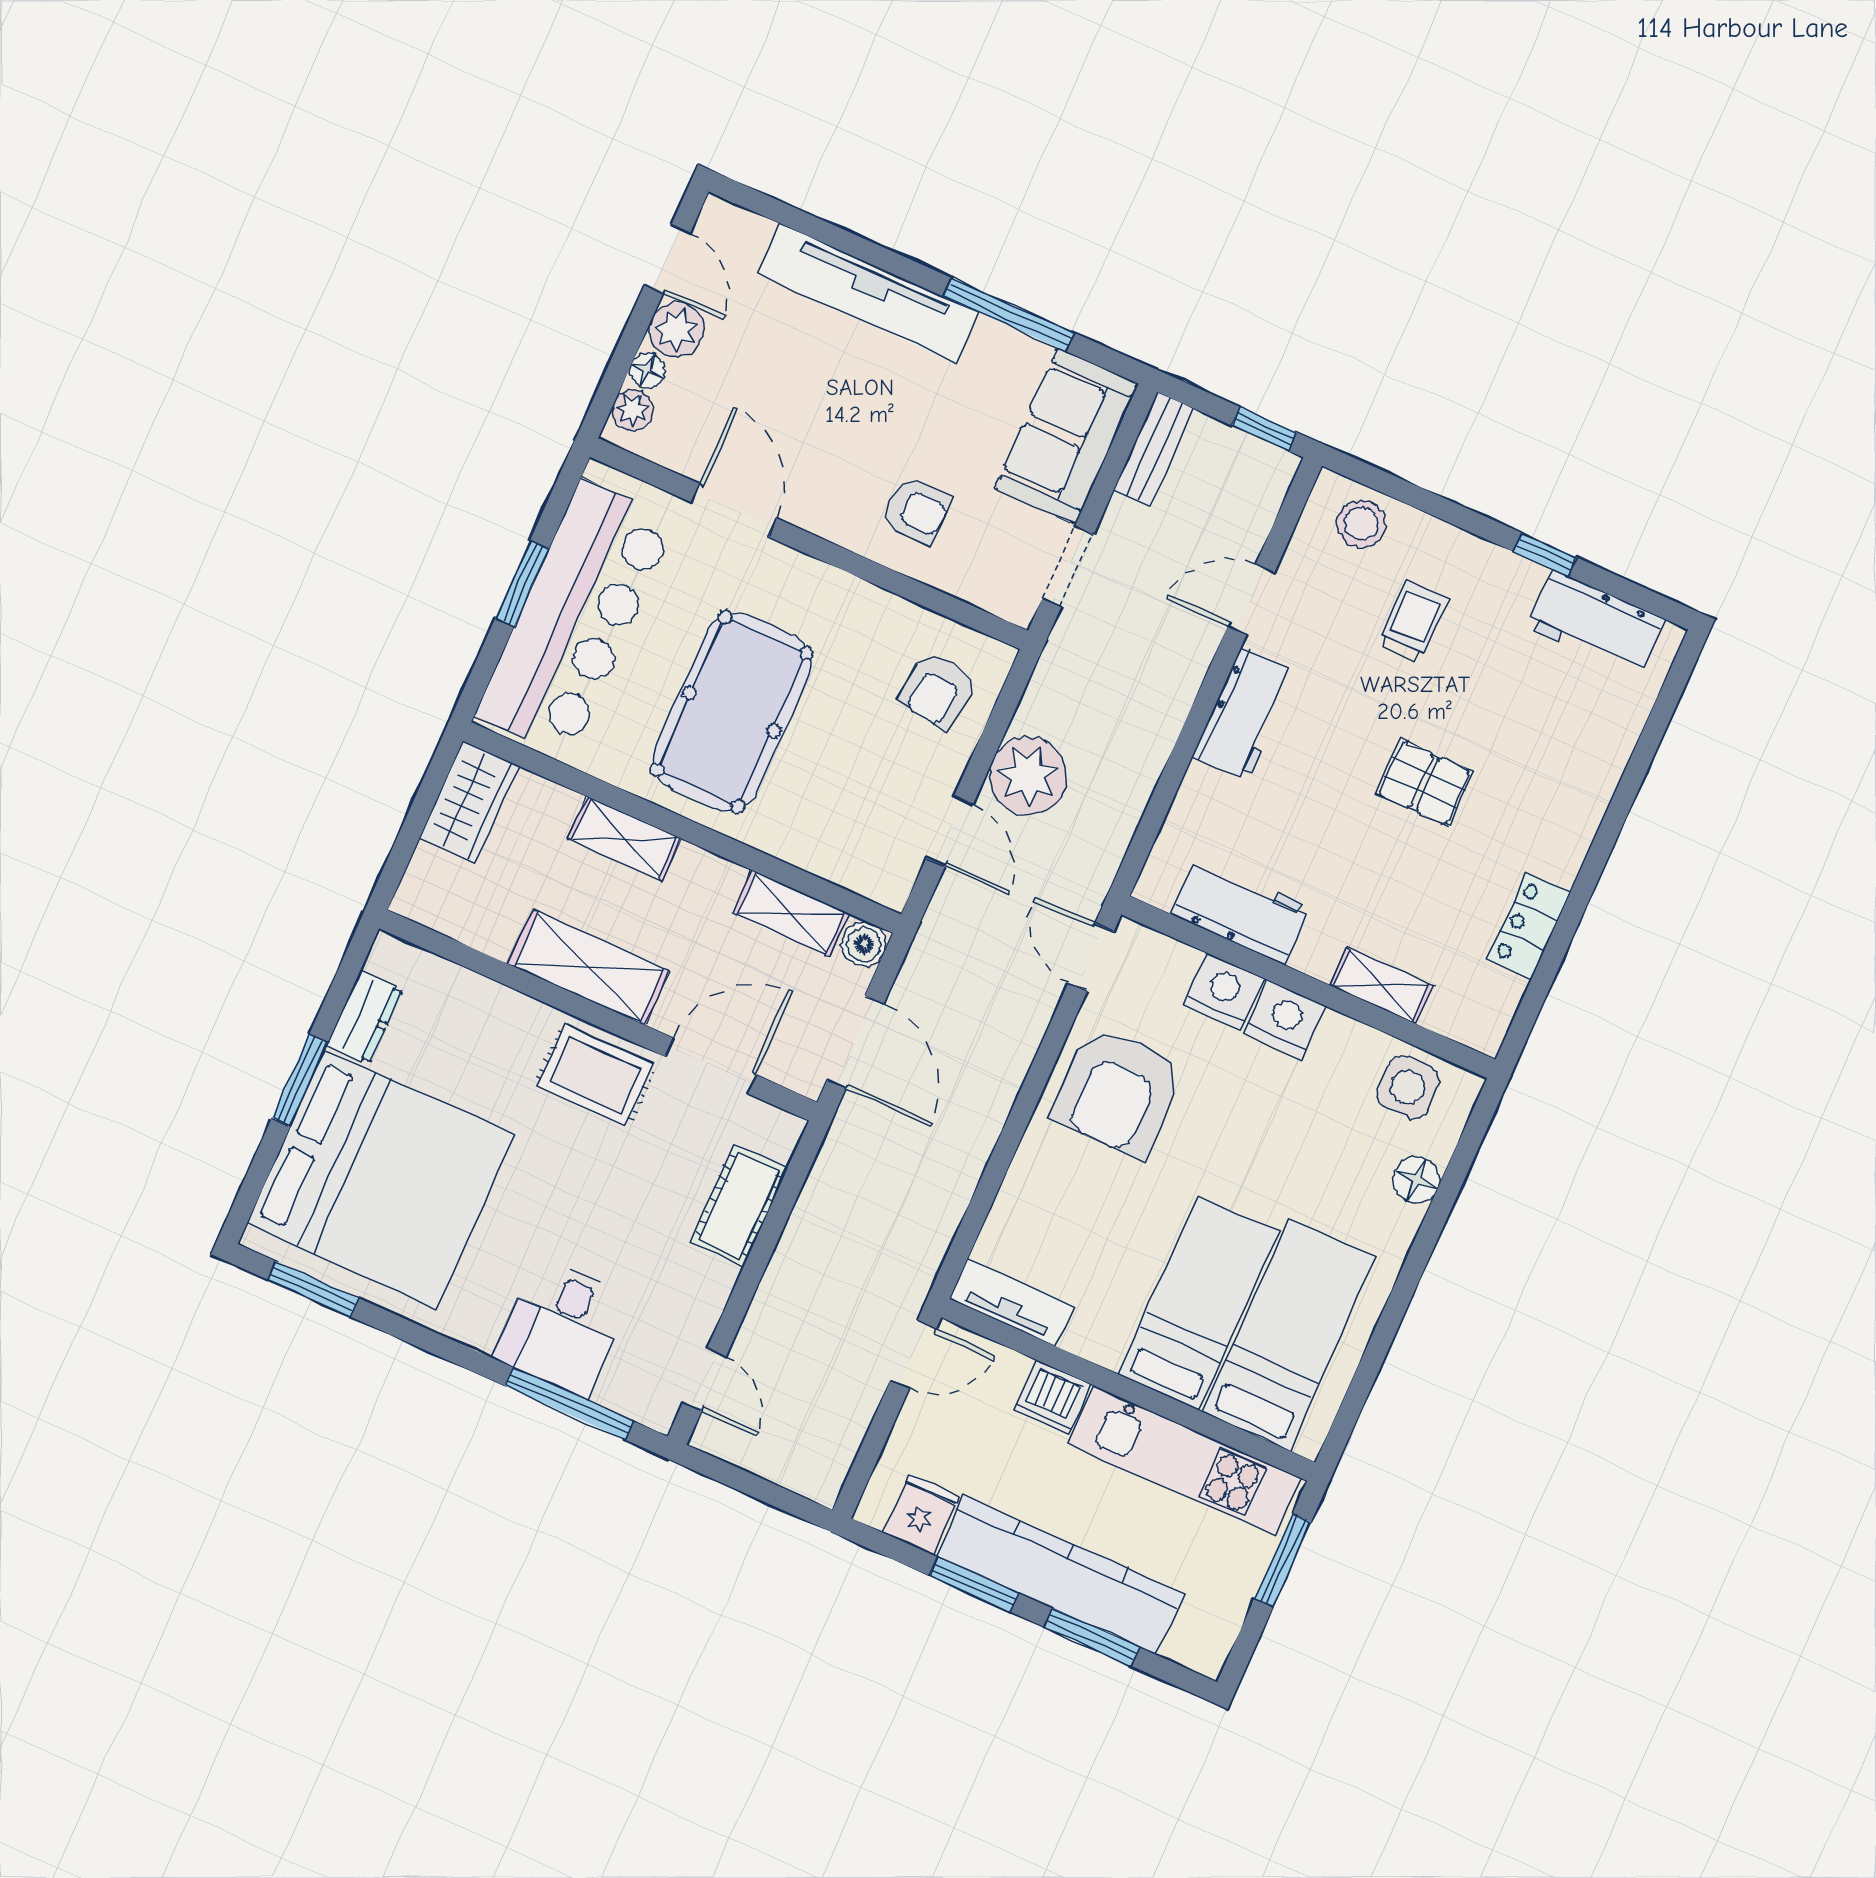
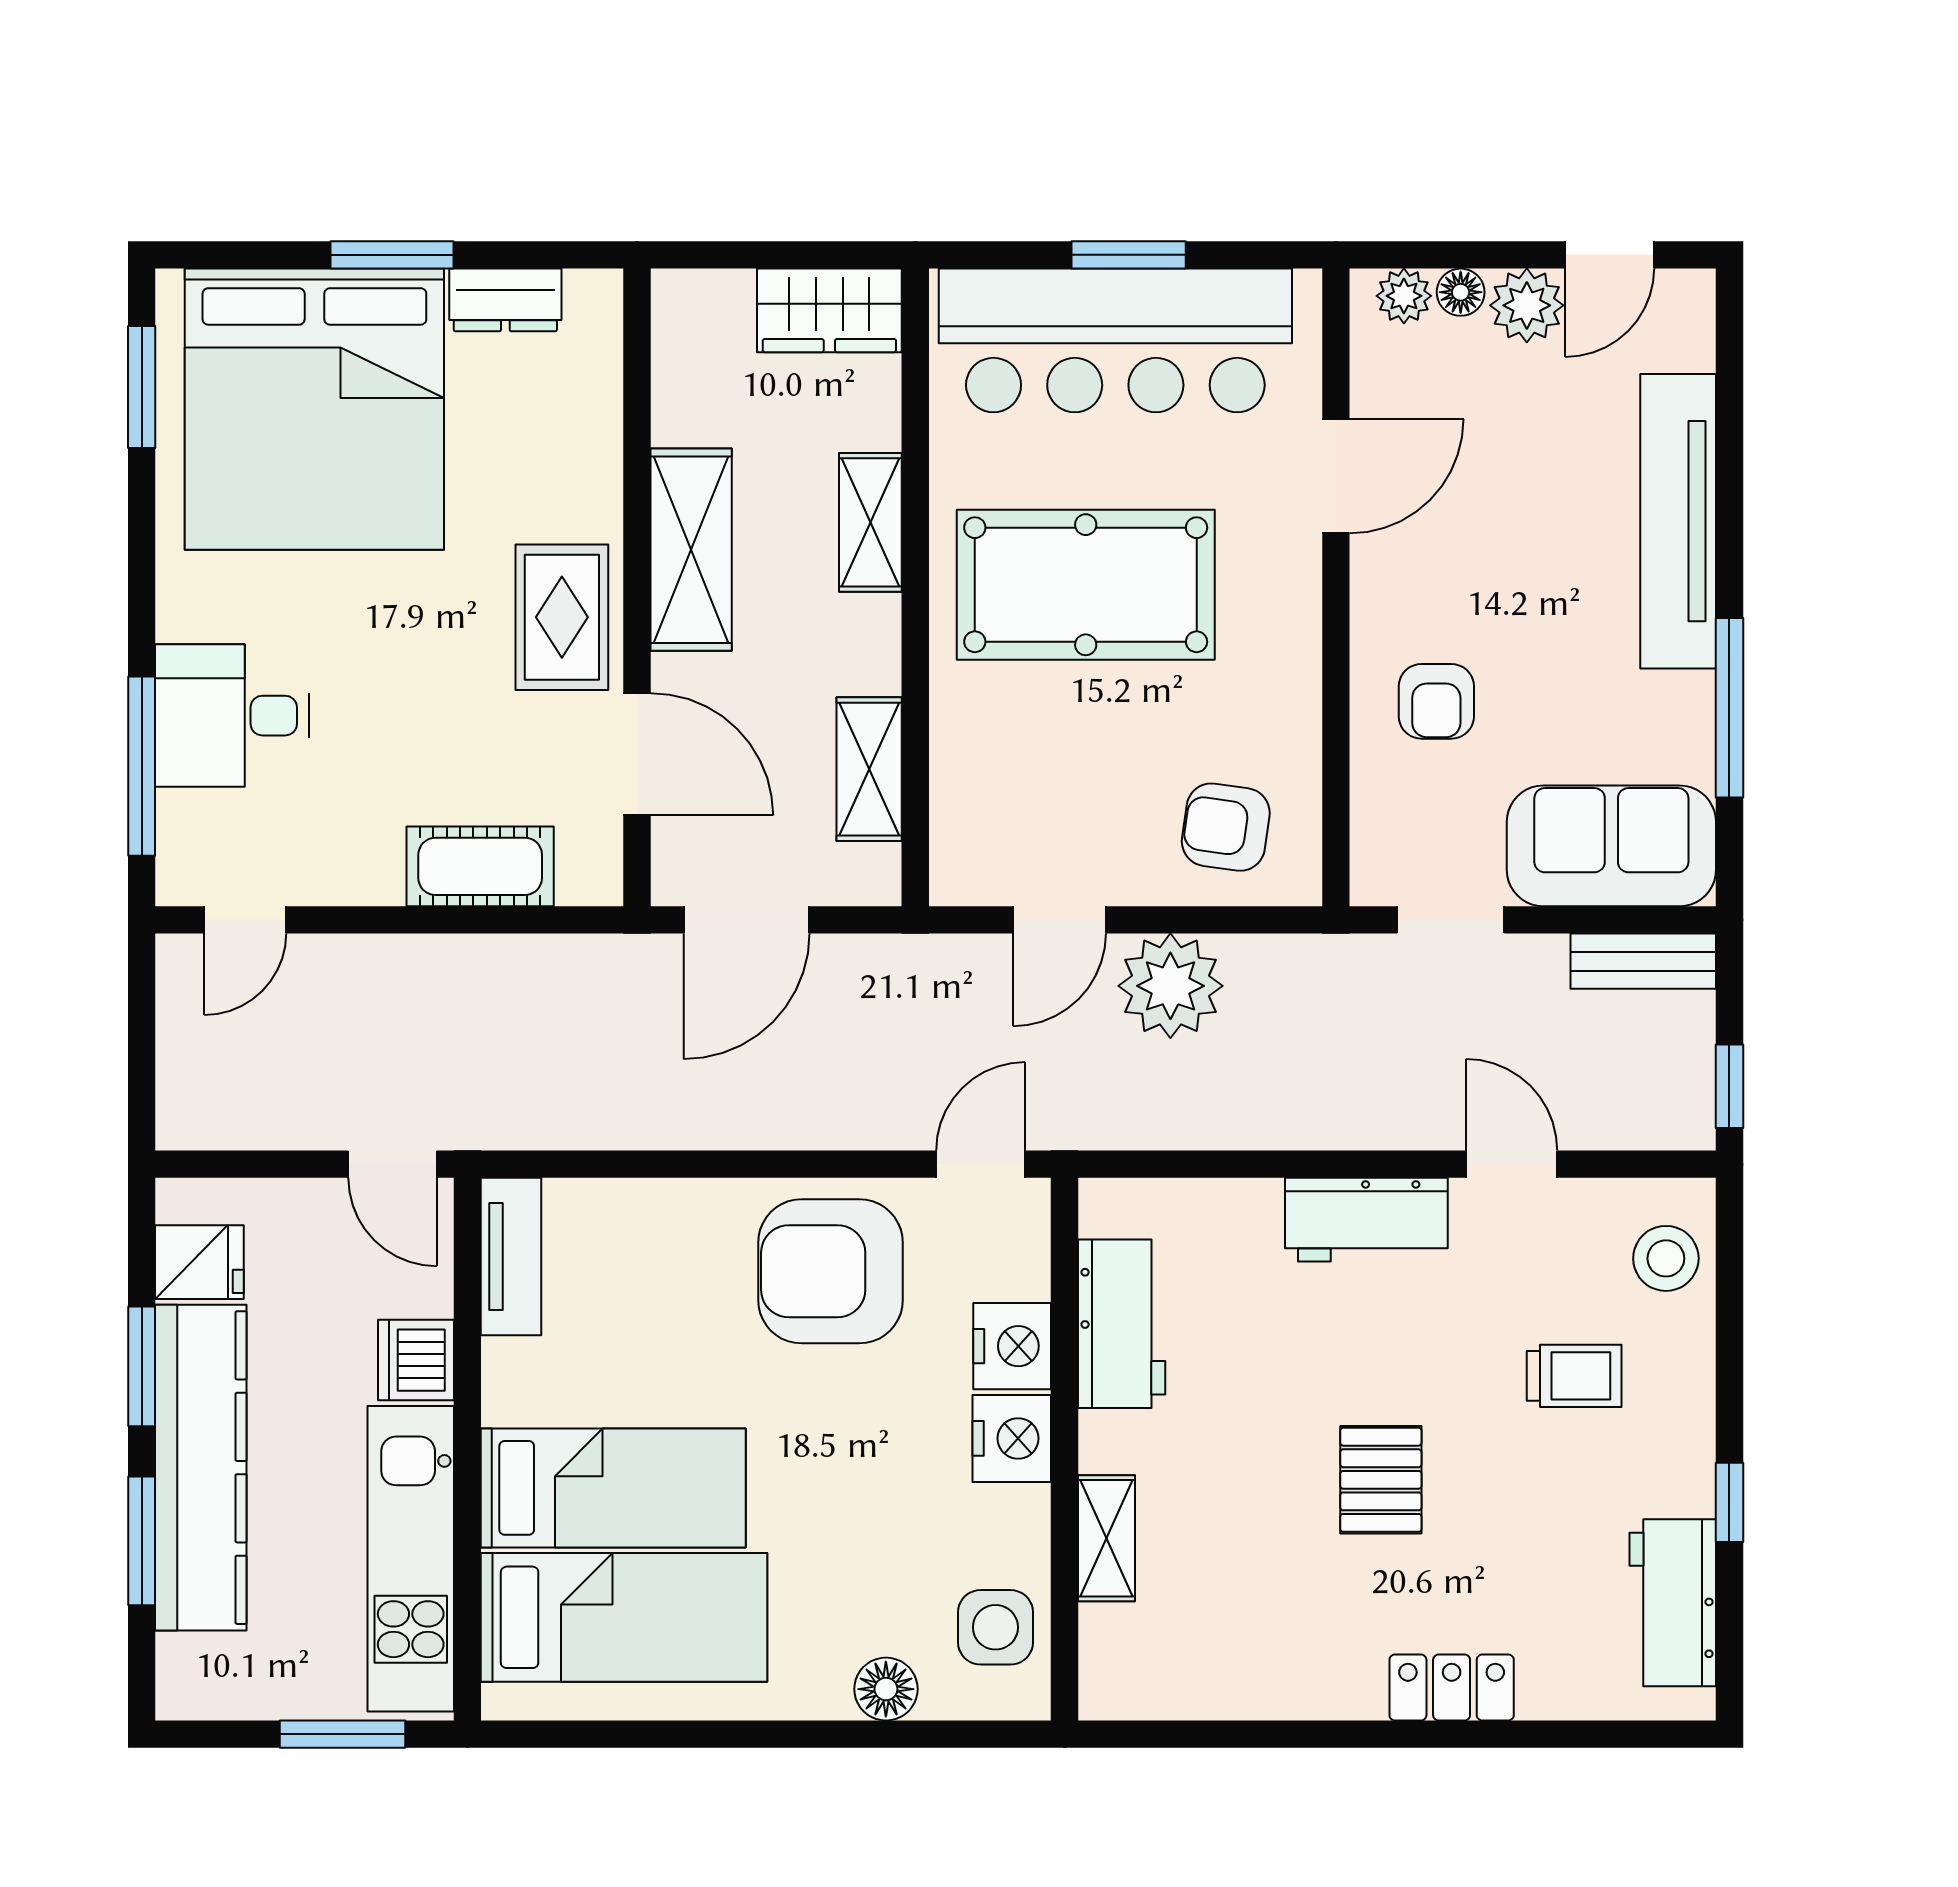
locker: (1529, 926) -> (1452, 1687), moved
boiler: (864, 944) -> (872, 876), removed

